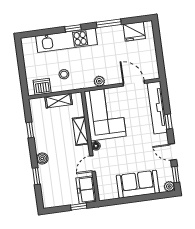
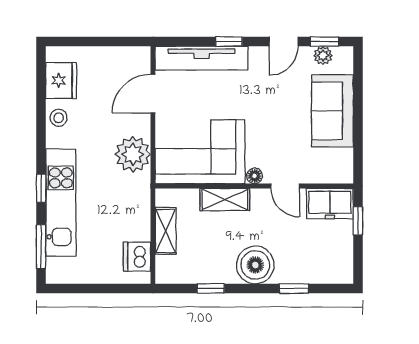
window: (109, 23) -> (41, 247), moved
stool: (64, 74) -> (59, 118), moved
plant: (99, 81) -> (133, 154), width x1.87, depth x1.87
boiler: (42, 158) -> (255, 265), width x1.86, depth x1.86
plant: (169, 186) -> (323, 55), moved

